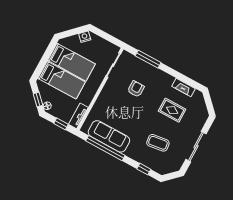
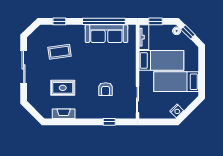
window: (148, 59) -> (109, 122), width x0.46
bed: (62, 80) -> (161, 60), moved, turned 180

